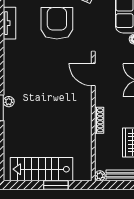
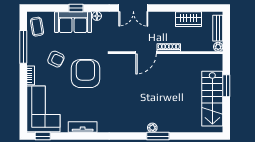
armchair: (57, 23) -> (85, 74), moved, turned 90
door: (93, 75) -> (146, 53), moved

